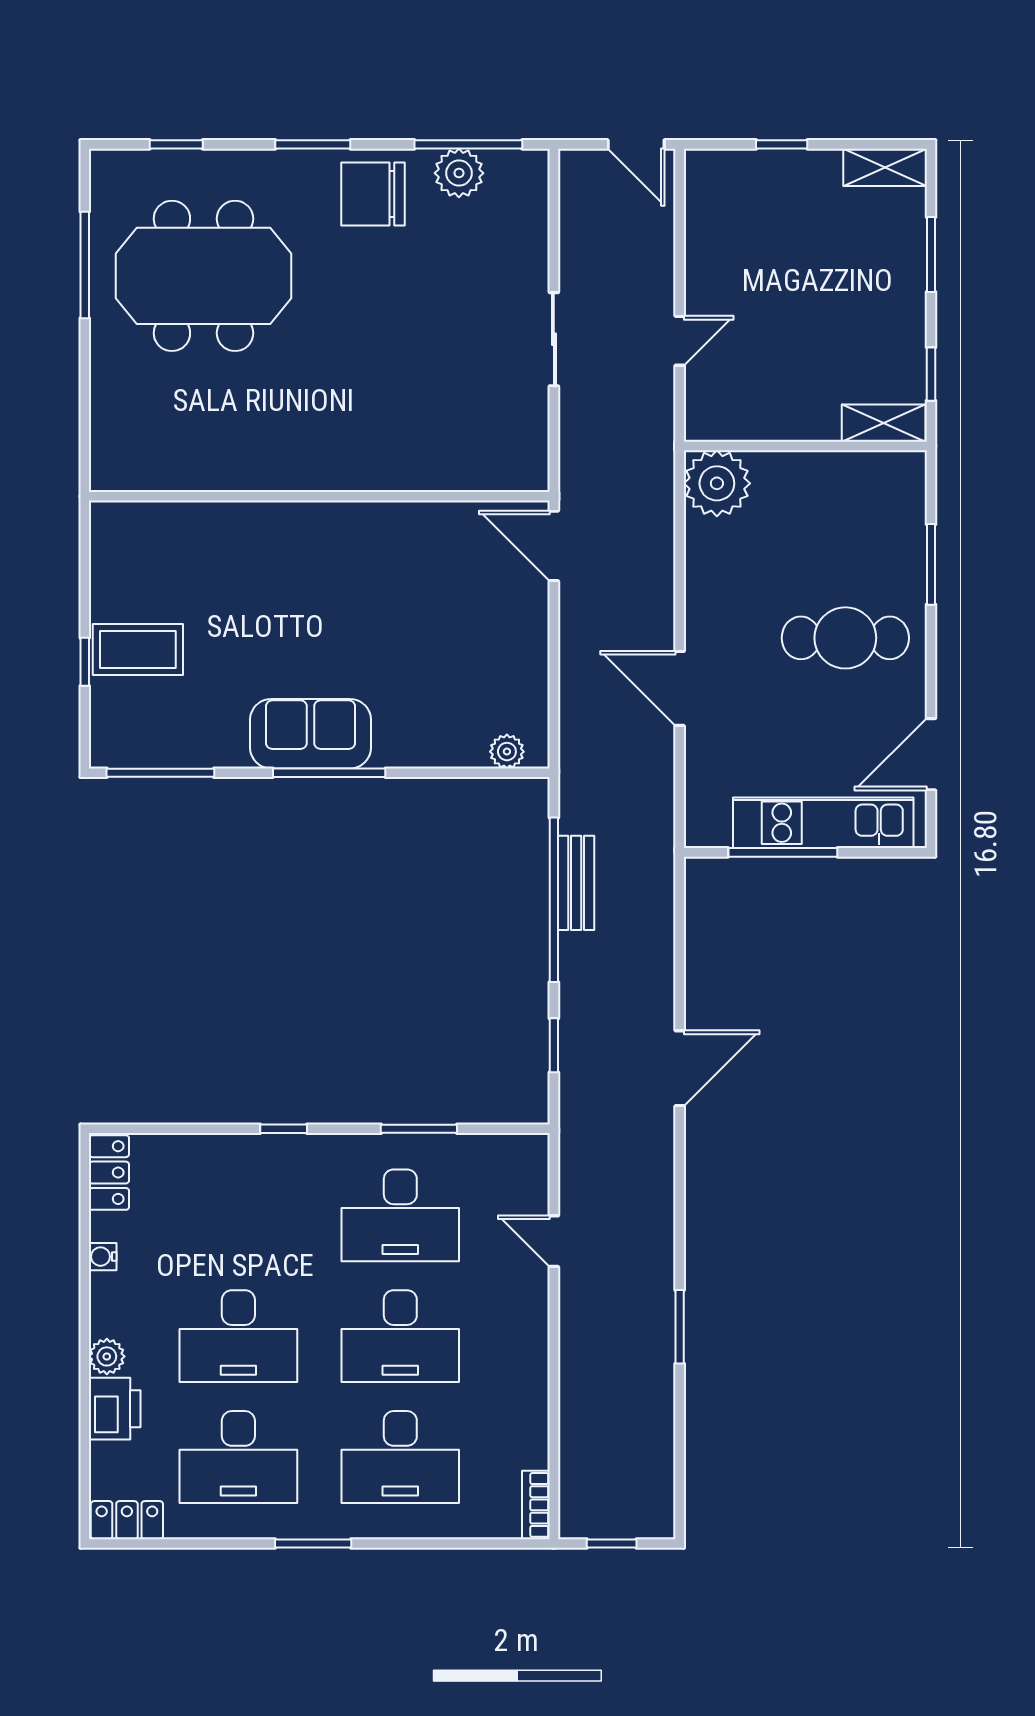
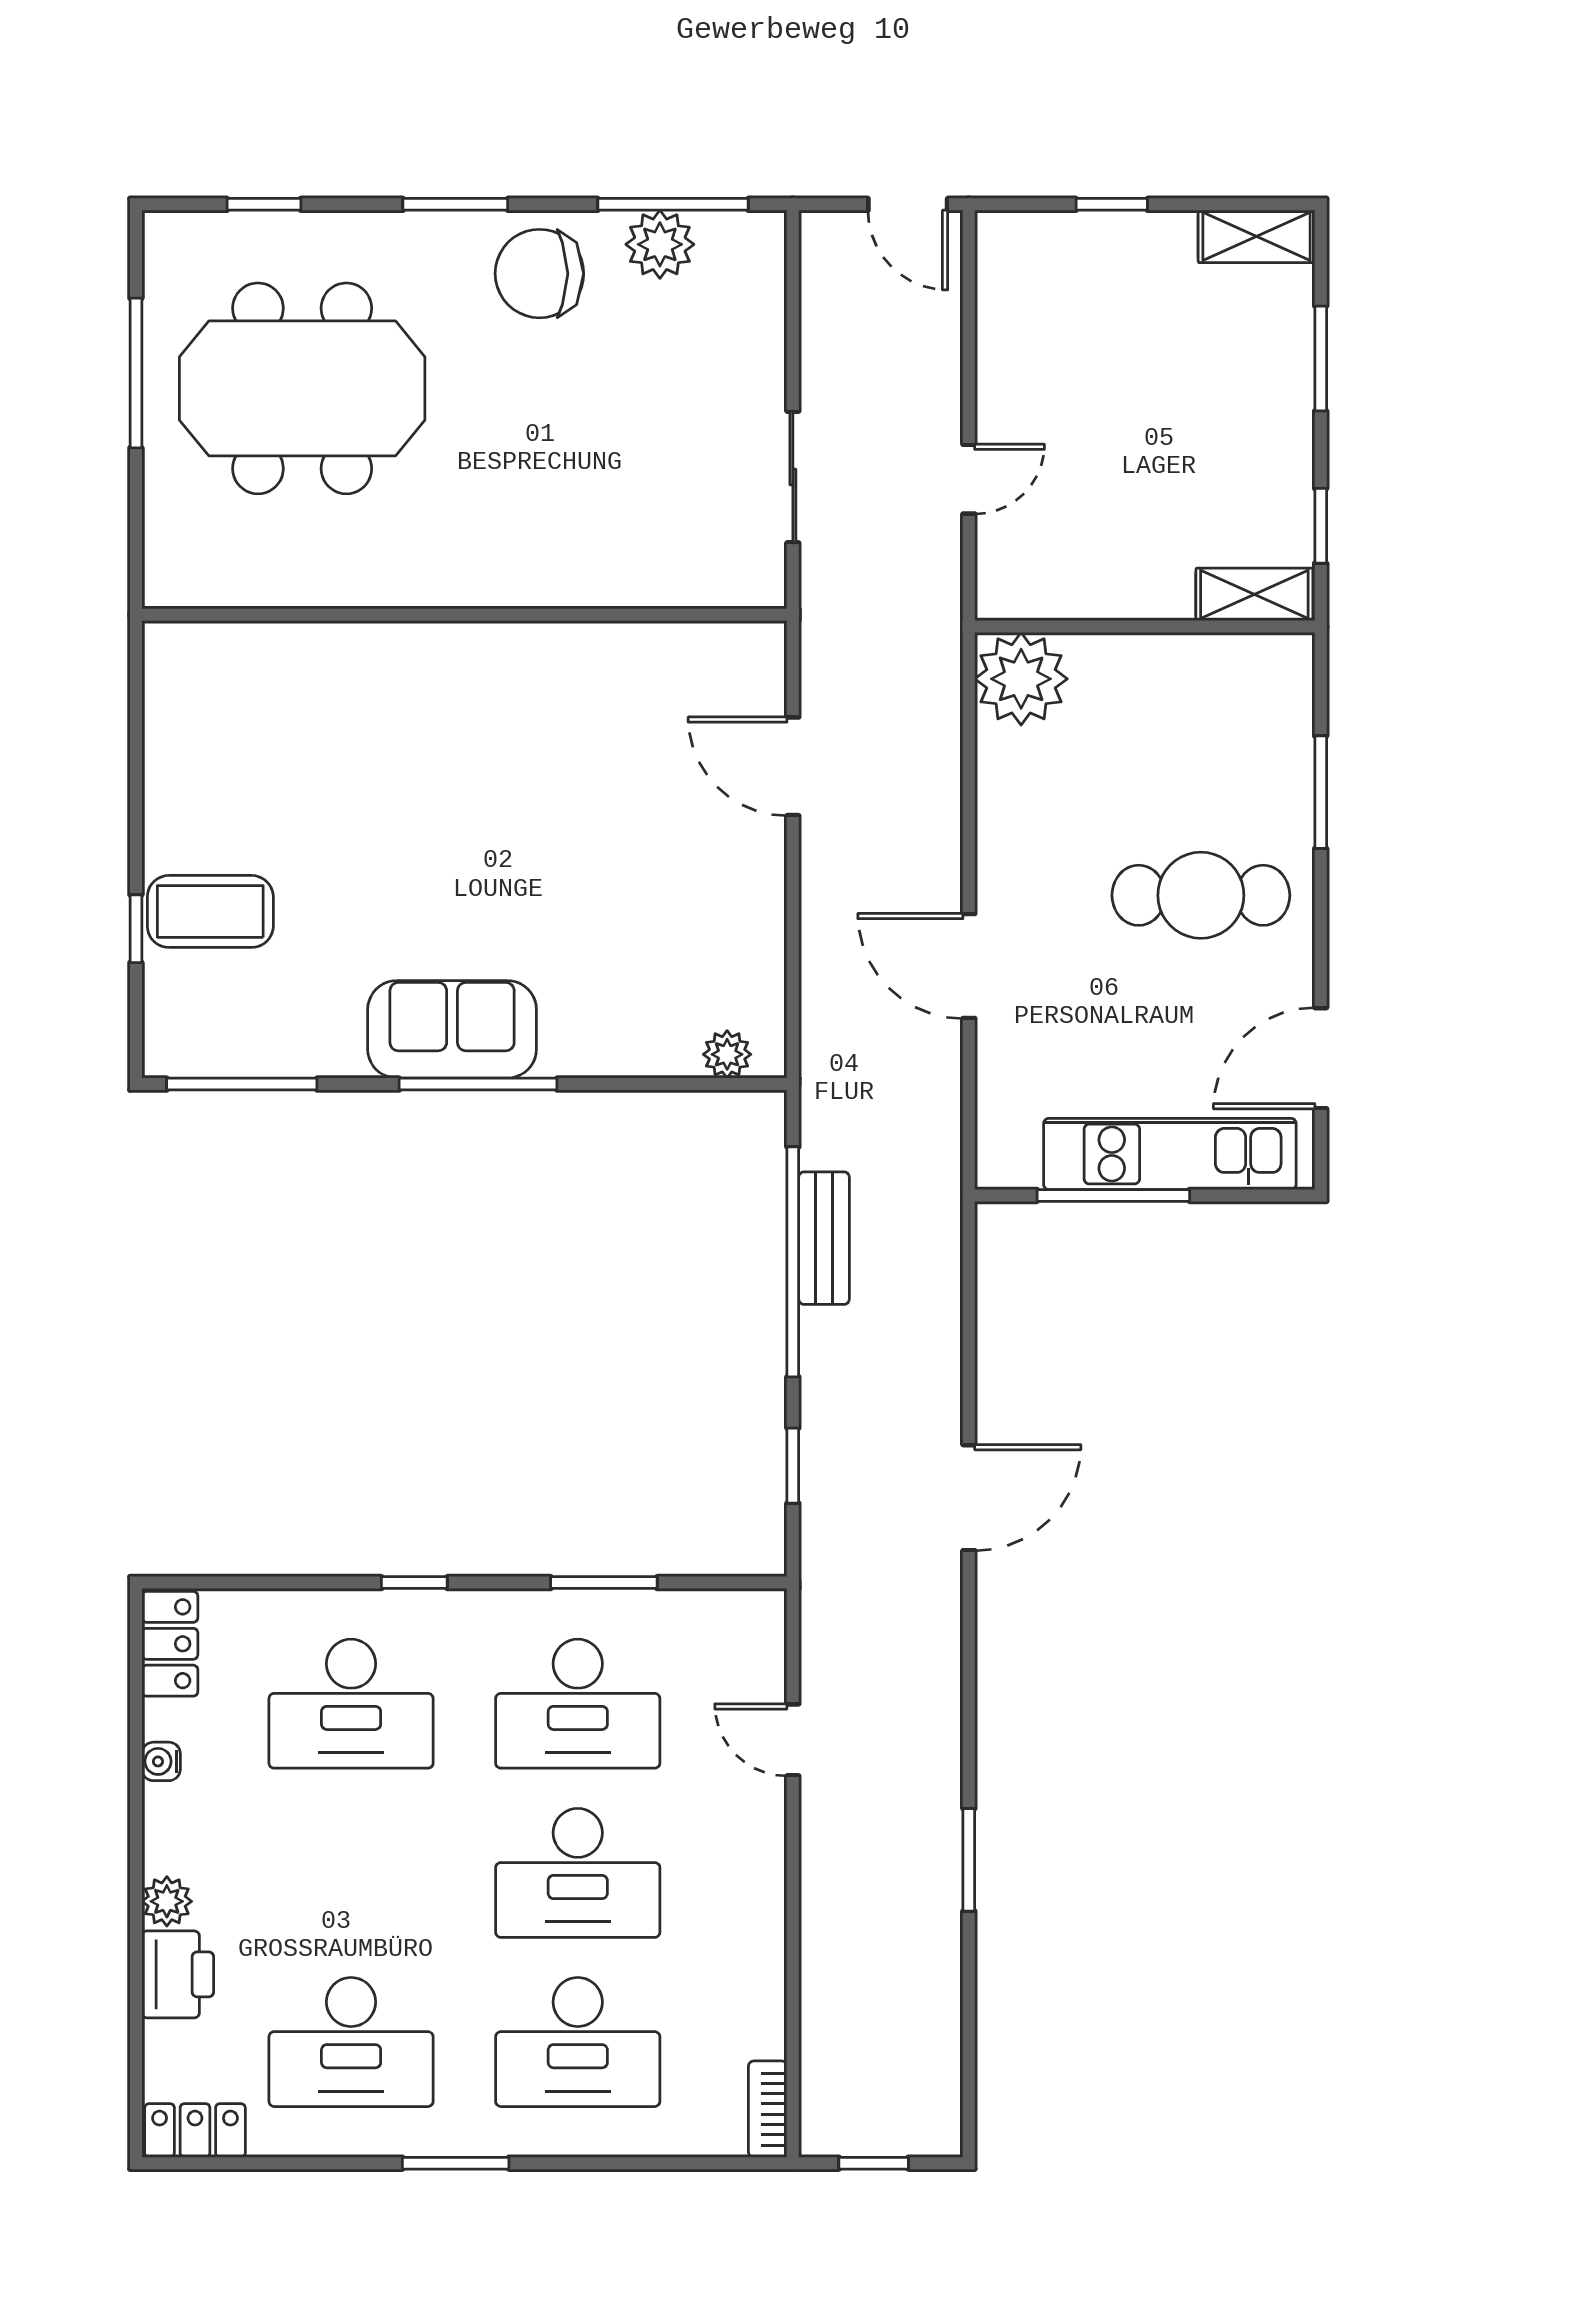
wall: (319, 496) -> (464, 615), moved
desk: (238, 1336) -> (351, 1704), moved

